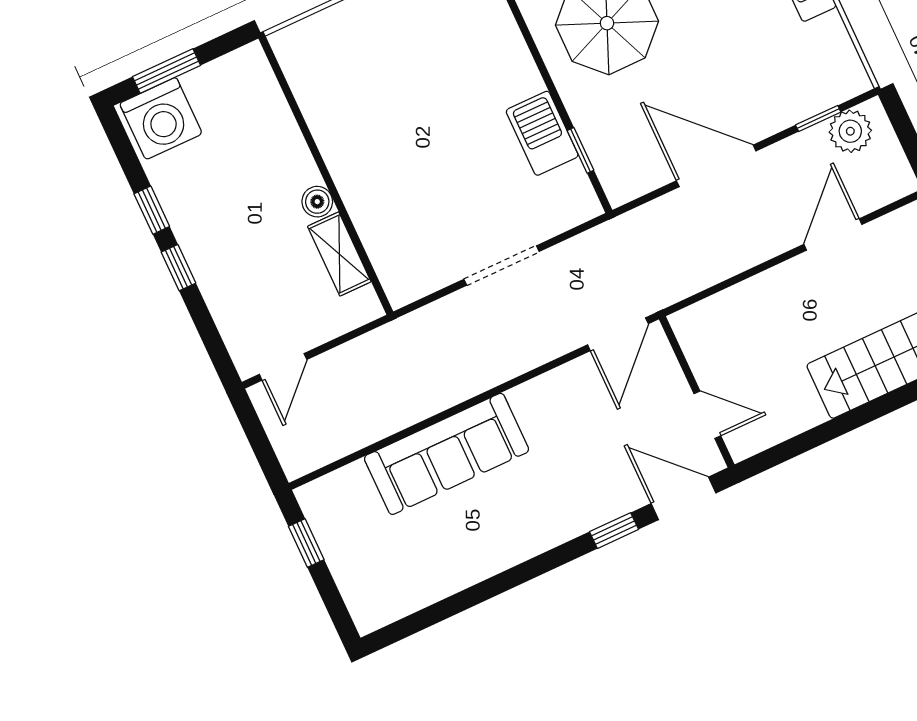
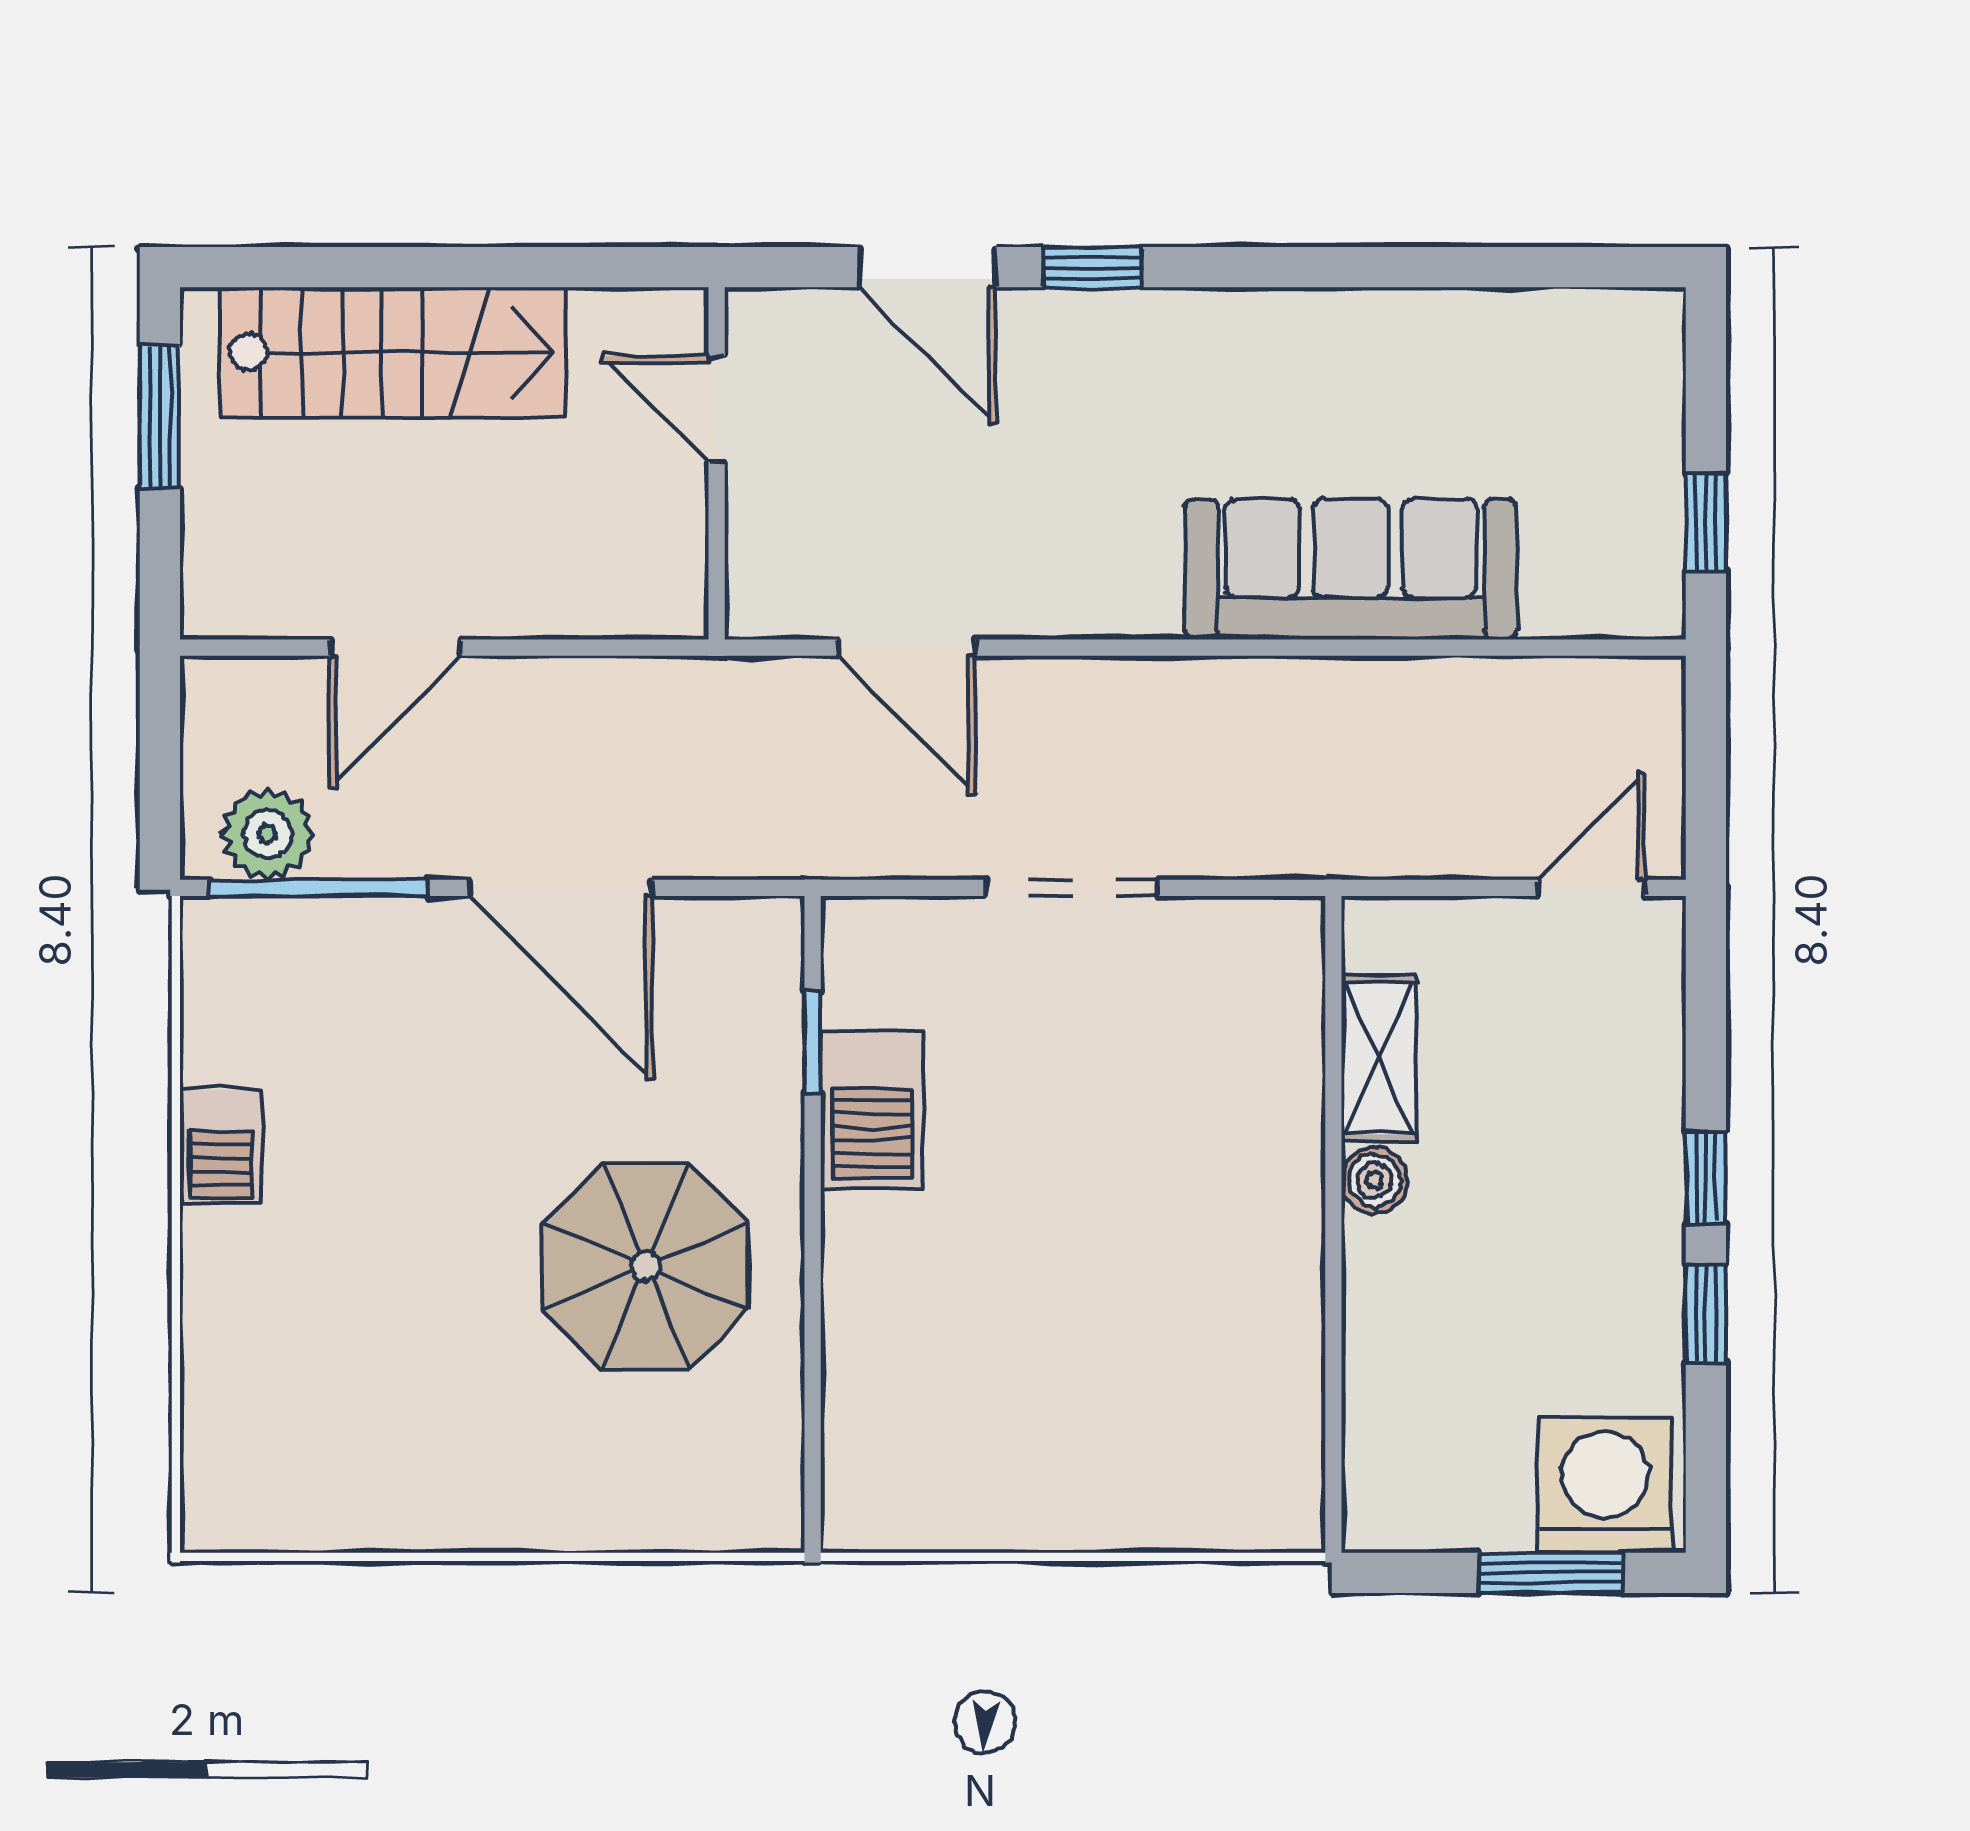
window: (818, 118) -> (318, 888), width x2.17
door: (618, 334) -> (906, 648), swing flipped
wall: (697, 392) -> (717, 463), moved
door: (707, 415) -> (717, 409), moved

